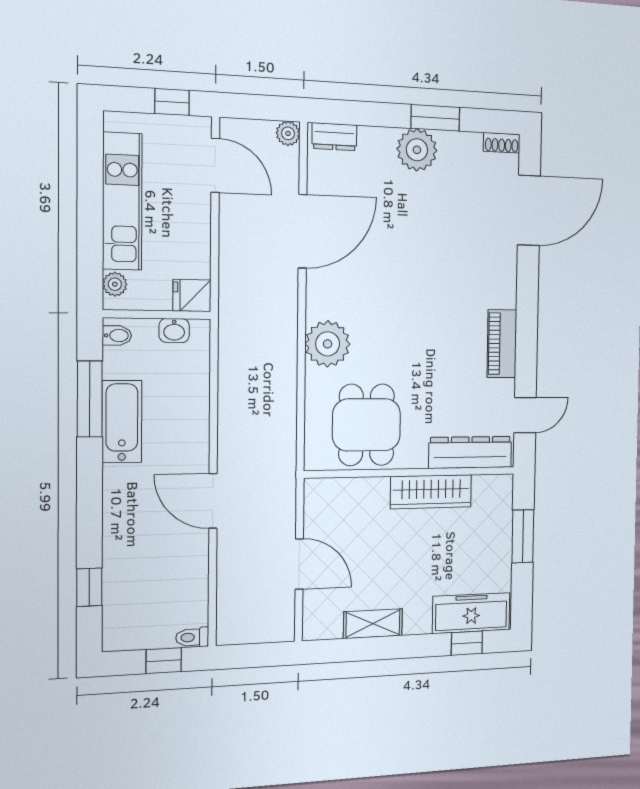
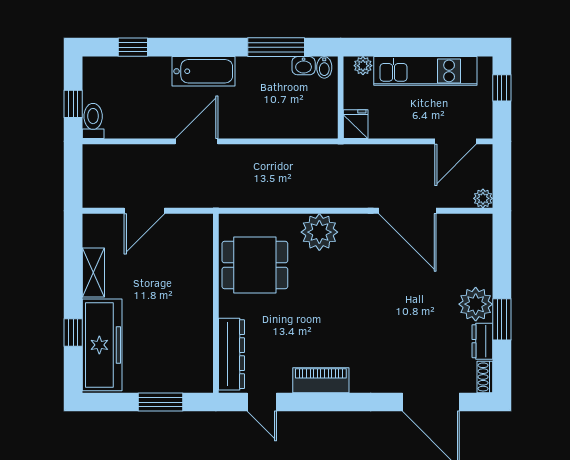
window: (172, 102) -> (502, 88), moved
dresser: (334, 137) -> (482, 341), moved
washbasin: (174, 330) -> (304, 66), moved, turned -90
bathtub: (122, 422) -> (204, 71), moved
wardrobe: (431, 492) -> (200, 321), removed
freezer: (471, 613) -> (102, 345), width x1.36, depth x1.26
toilet: (192, 637) -> (93, 121), width x1.37, depth x1.39
window: (467, 643) -> (73, 332), moved

